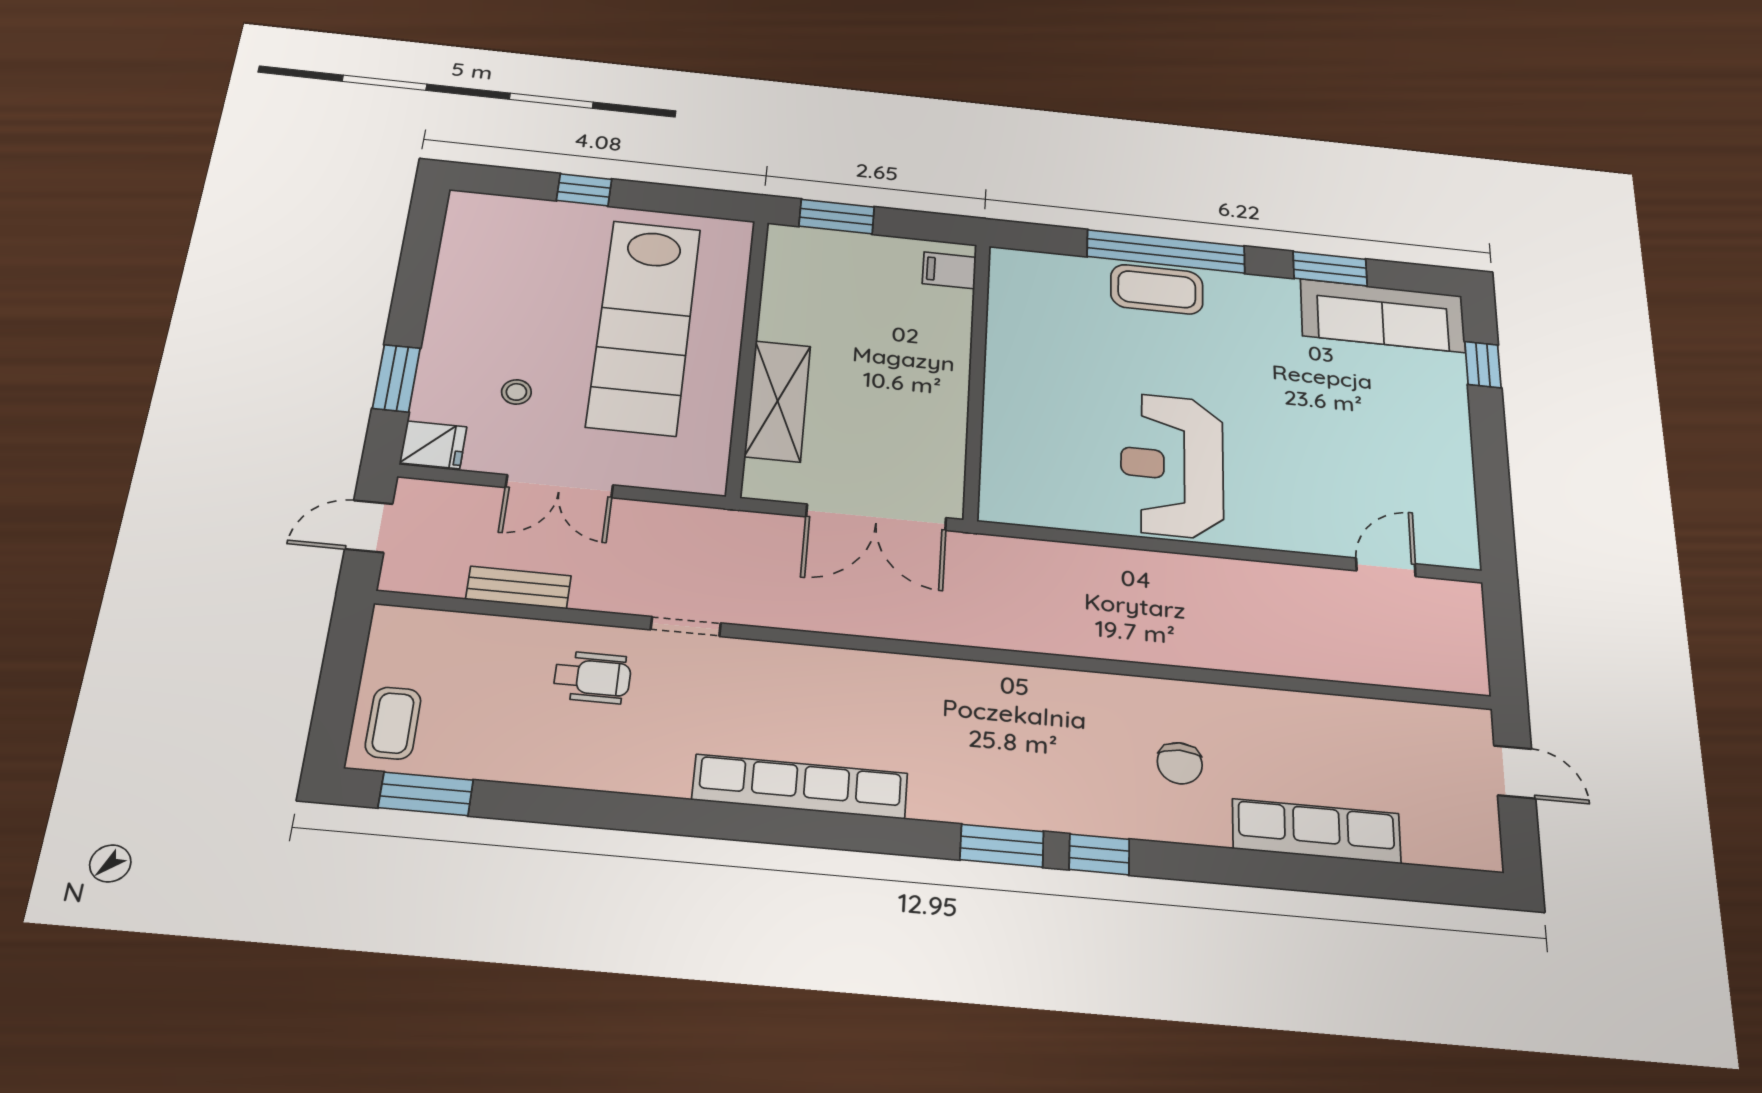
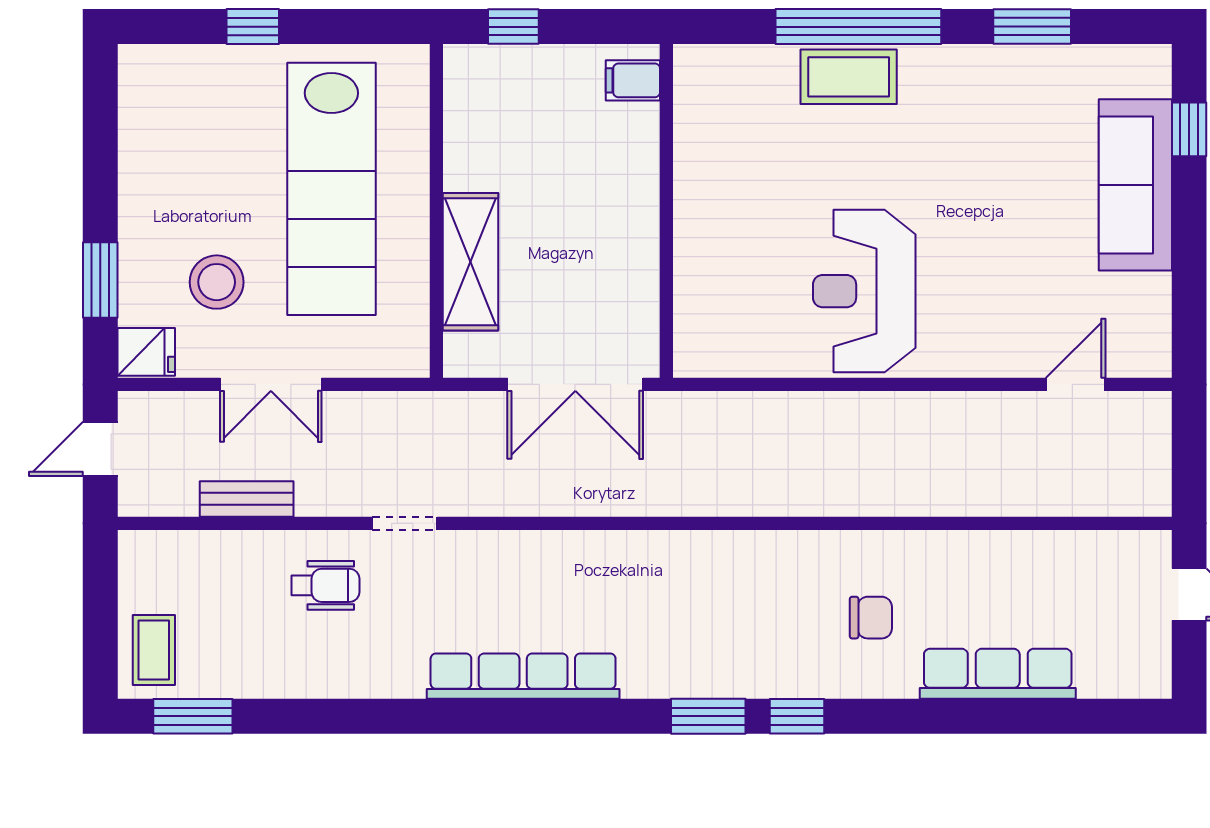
window: (837, 217) -> (513, 27), width x0.67
sofa: (1383, 316) -> (1135, 185), moved, turned 90
stool: (516, 392) -> (217, 282), width x1.89, depth x1.89
chair: (1180, 763) -> (871, 618), turned -90

